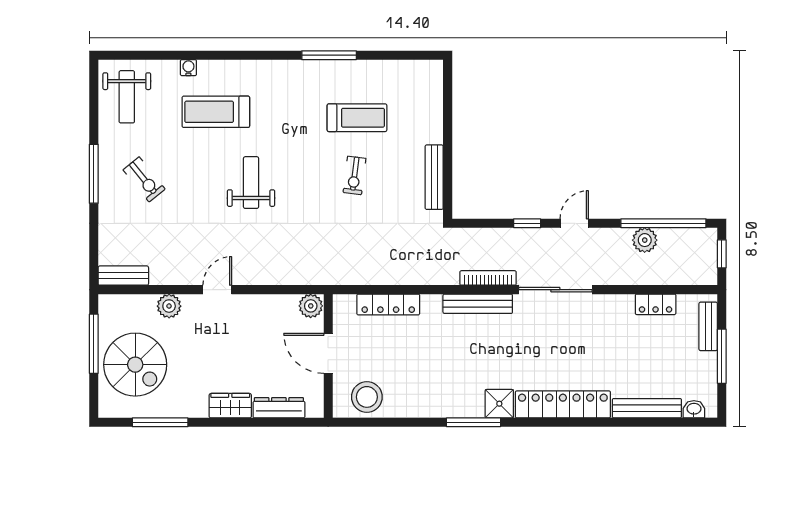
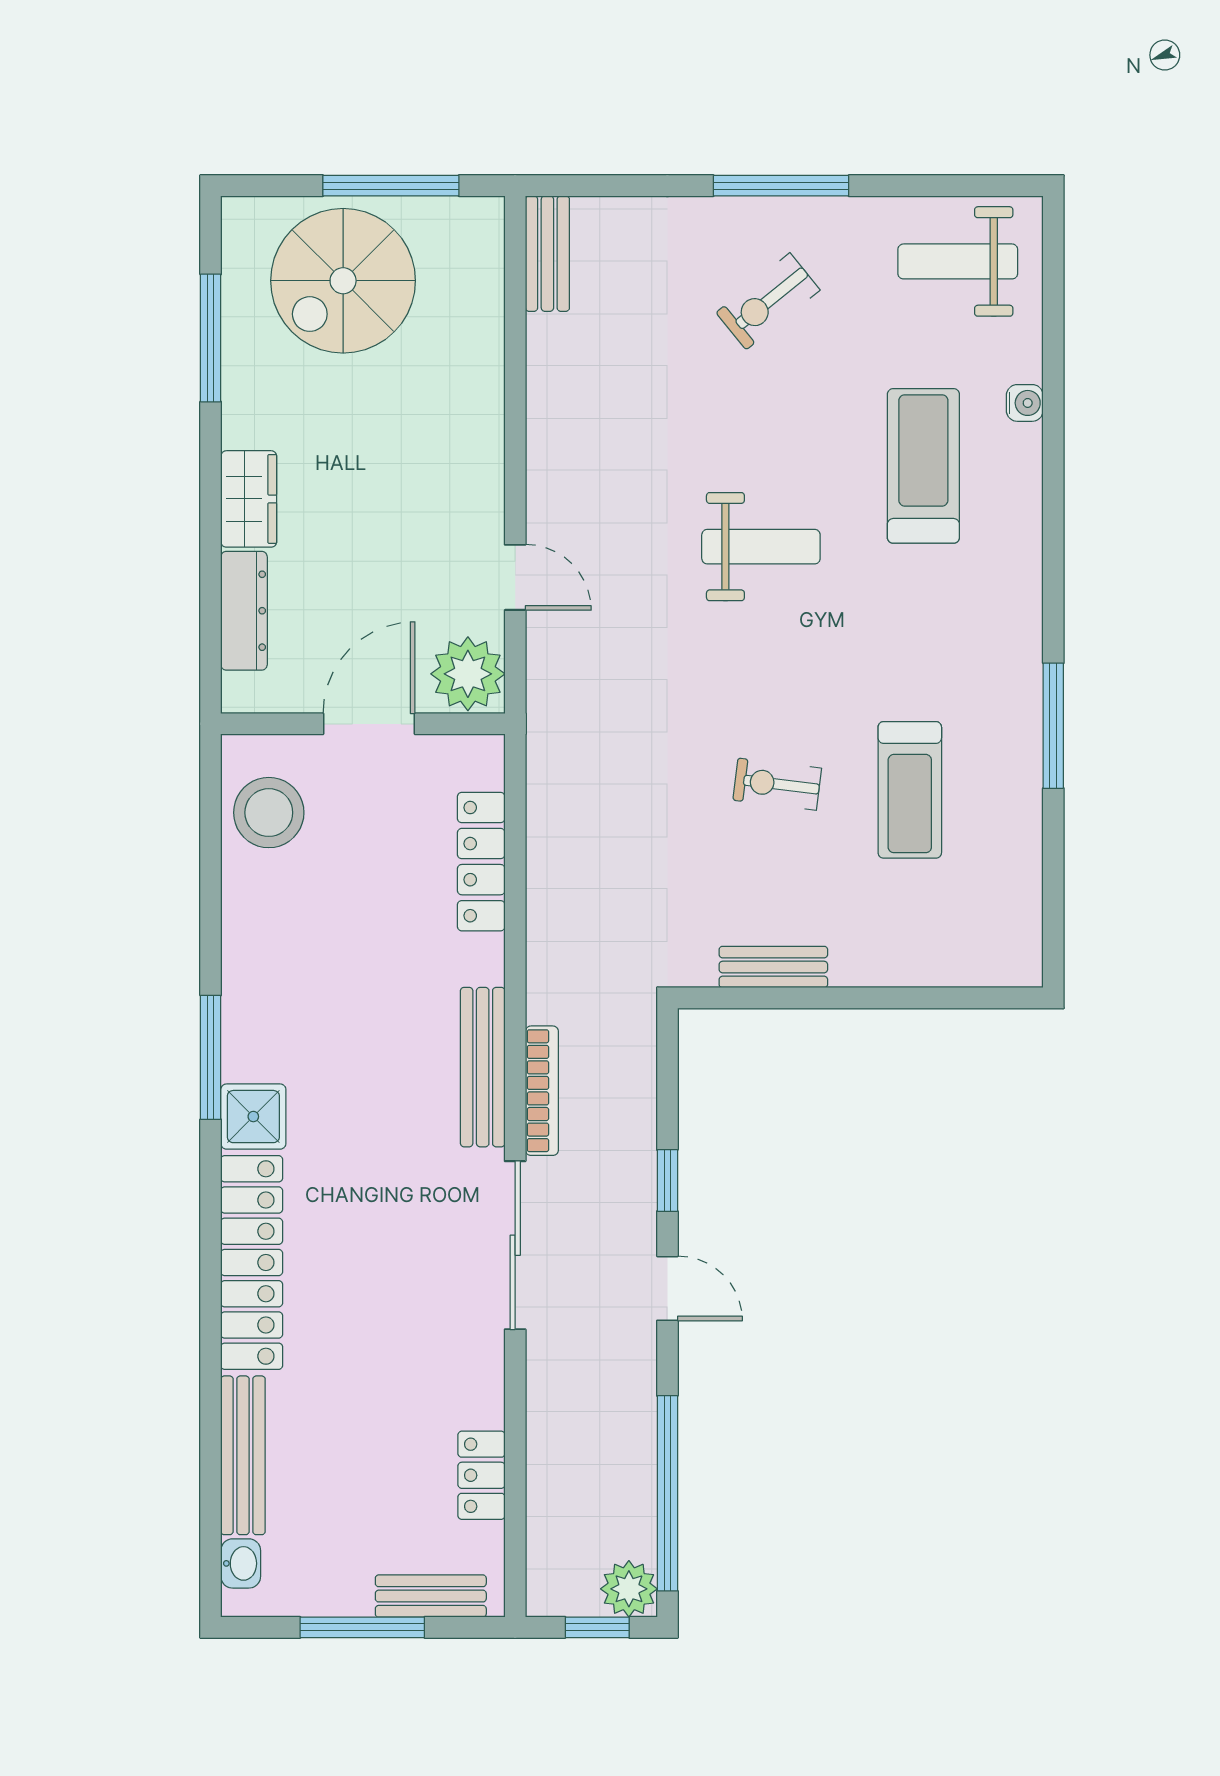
bench: (434, 177) -> (773, 967), width x0.73
plant: (645, 240) -> (629, 1589), moved
door: (217, 290) -> (515, 577), moved
plant: (169, 306) -> (477, 358), removed
plant: (311, 306) -> (468, 674), width x1.36, depth x1.36

